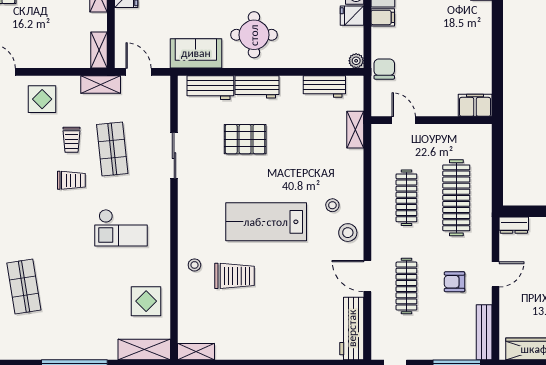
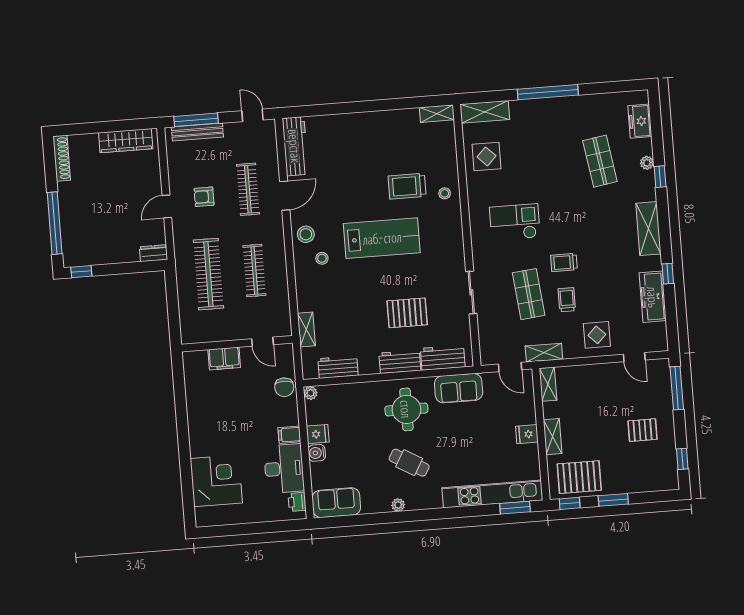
filing cabinet: (475, 105) -> (224, 359), moved
door: (367, 276) -> (285, 196), hinge flipped
armchair: (455, 282) -> (204, 197), turned 180
bench: (484, 332) -> (197, 132), moved, turned 90

